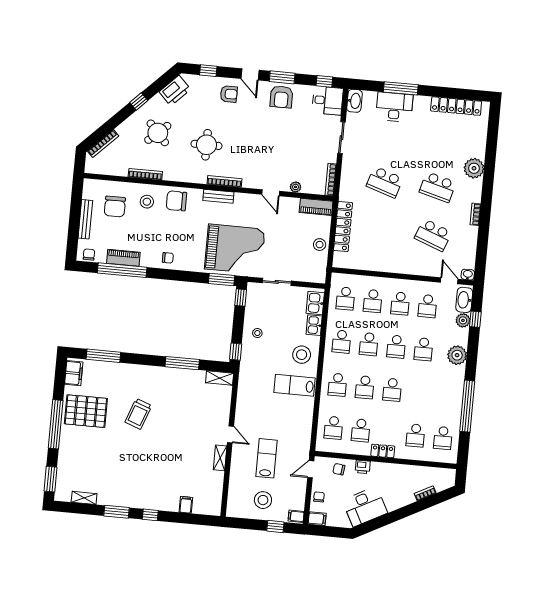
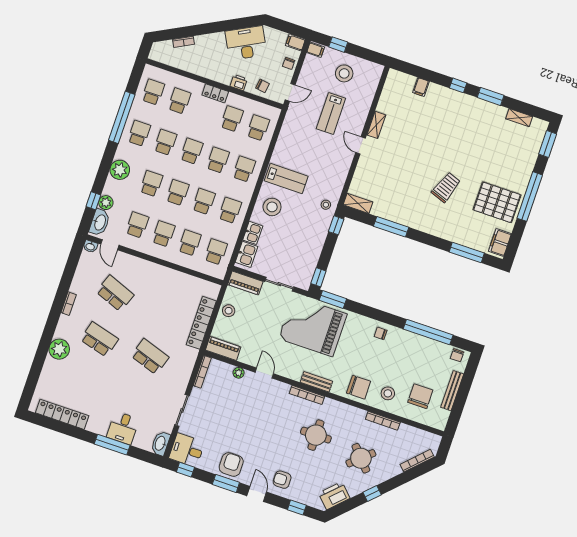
desk: (394, 107) -> (123, 428), width x0.73
piano: (123, 258) -> (245, 283), moved
stool: (257, 333) -> (326, 205), moved
school desk: (419, 392) -> (165, 142), added
school desk: (447, 395) -> (139, 133), added

